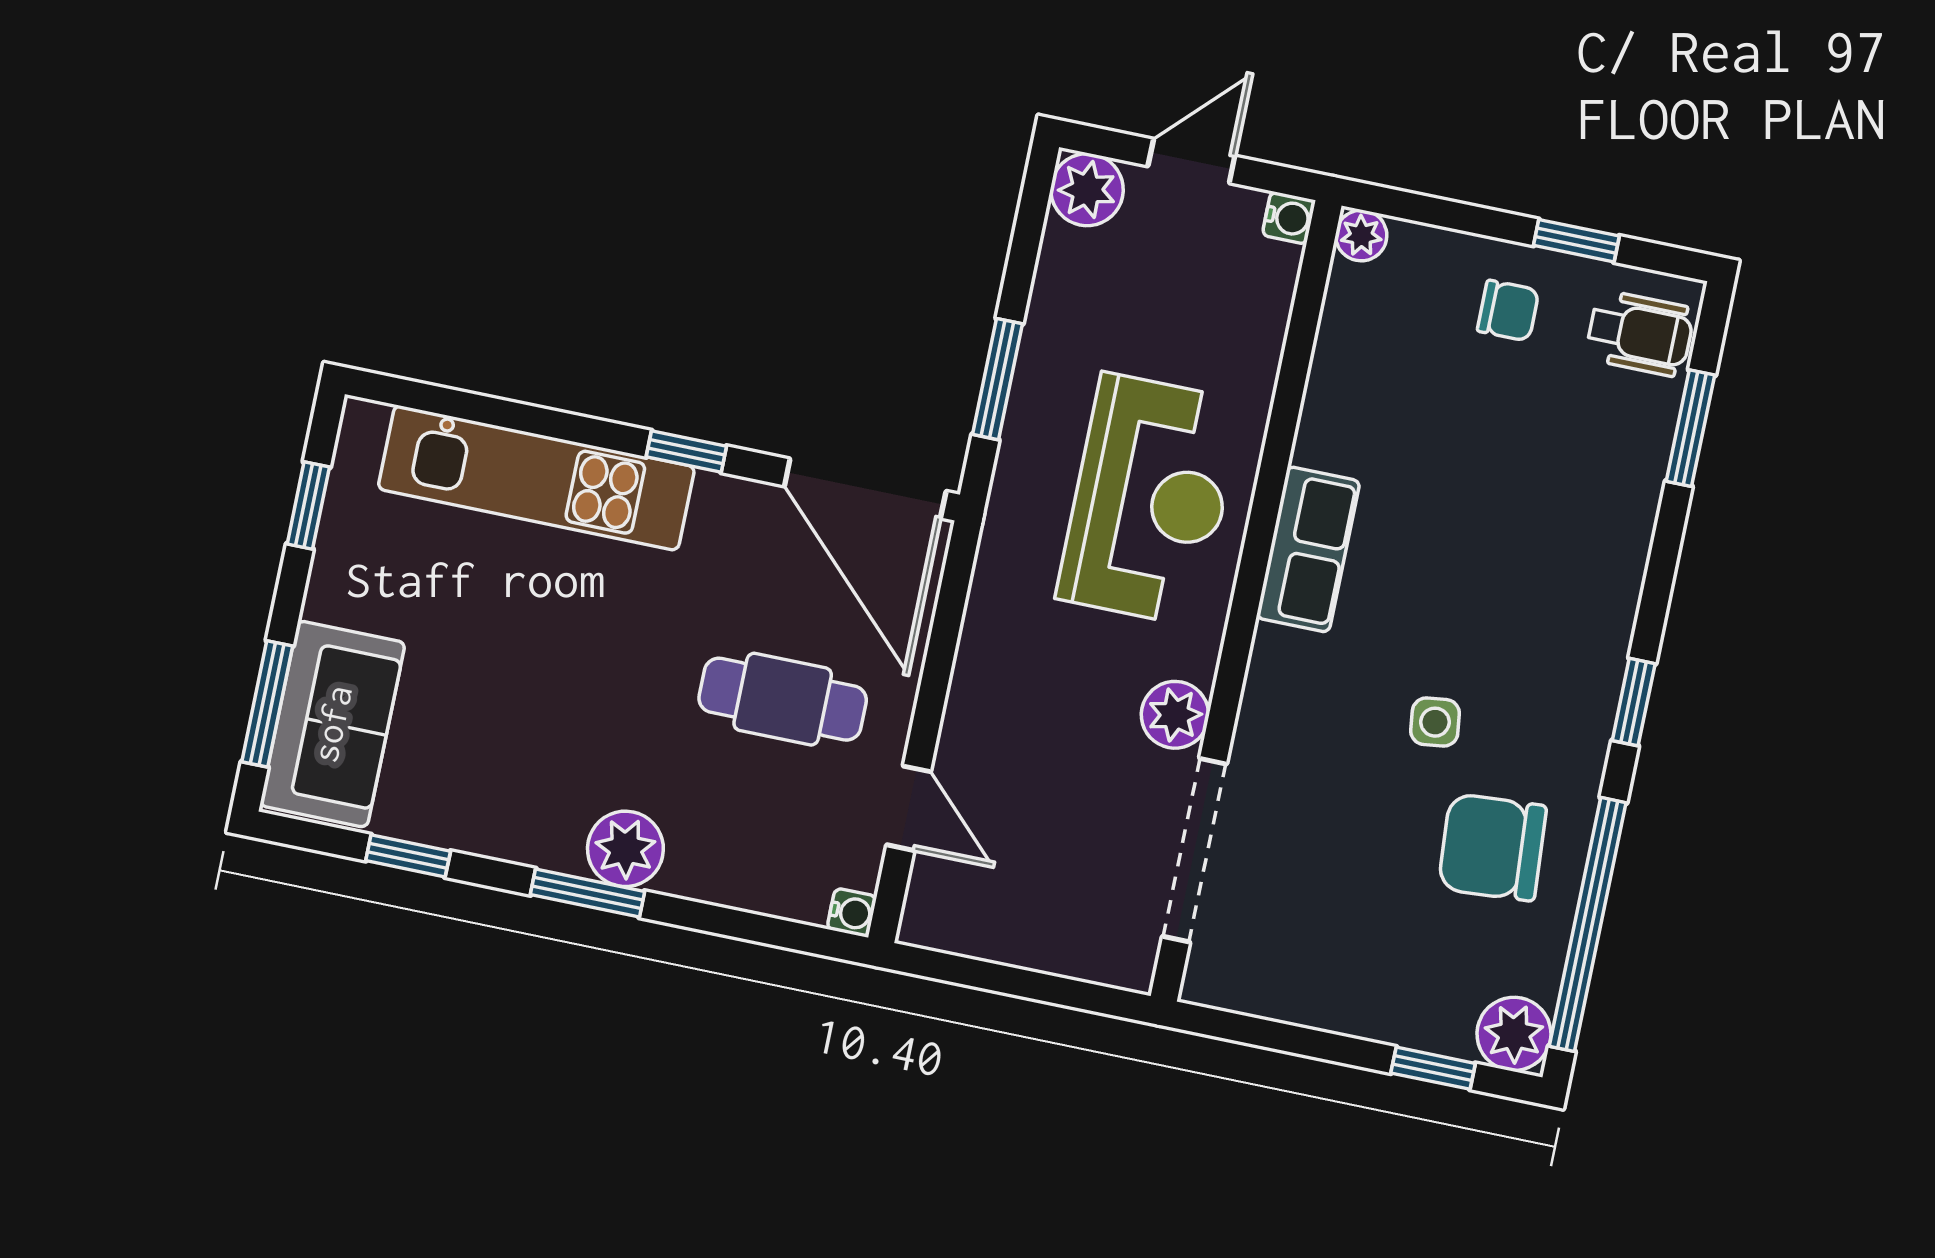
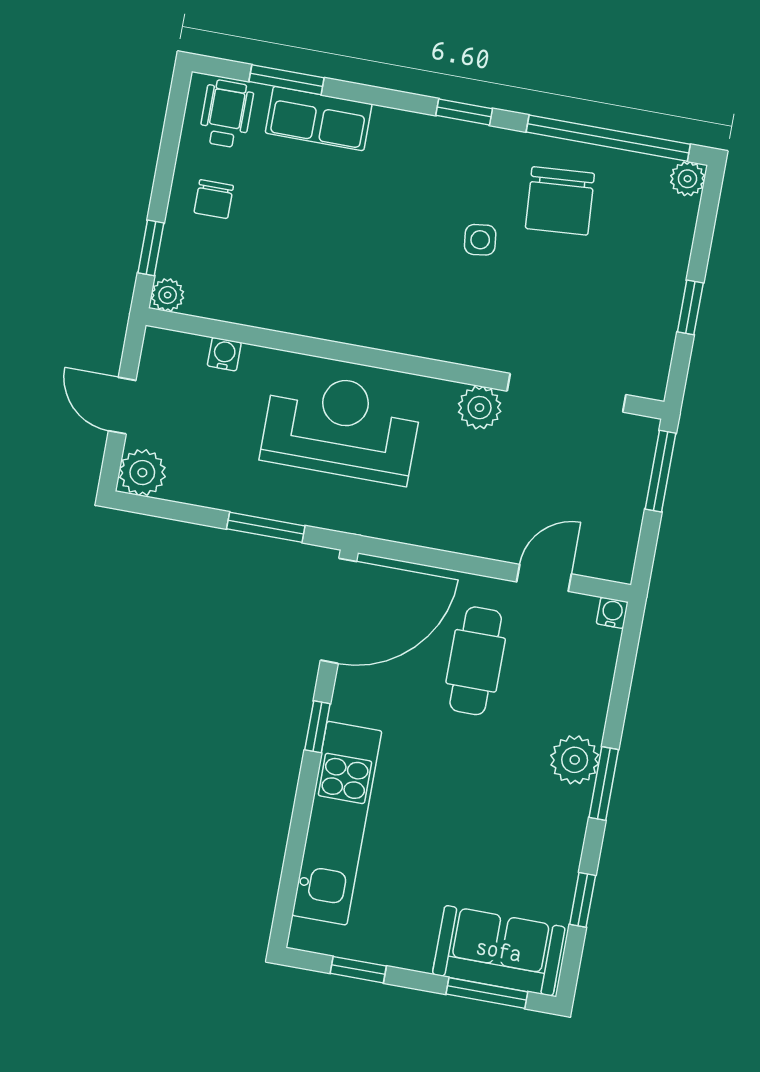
water cooler: (1289, 218) -> (224, 354), moved
window: (1576, 241) -> (151, 248), moved
chair: (1508, 311) -> (214, 199), turned 180
row of seats: (1308, 549) -> (319, 118), moved, turned 180
window: (1070, 993) -> (661, 471), added
plant: (1514, 1034) -> (688, 179), width x0.73, depth x0.73
window: (1433, 1068) -> (690, 307), moved

